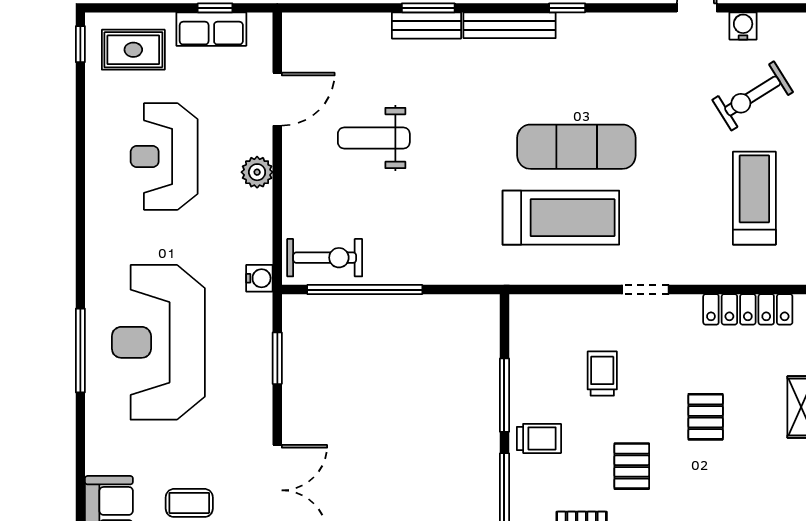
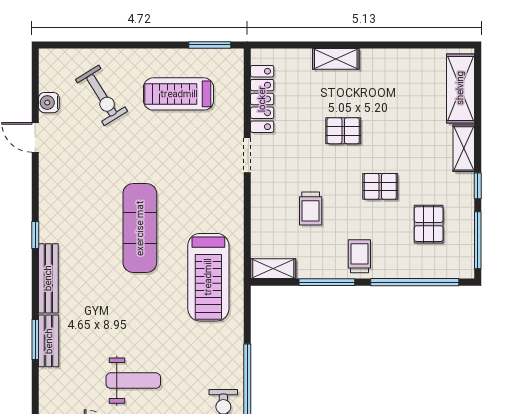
weight bench: (374, 138) -> (133, 381), turned -90
treadmill: (561, 218) -> (208, 277), moved, turned 180
doorway: (645, 290) -> (247, 155), moved
shelving: (522, 324) -> (273, 269), added
trolley: (602, 374) -> (311, 209), turned -90

